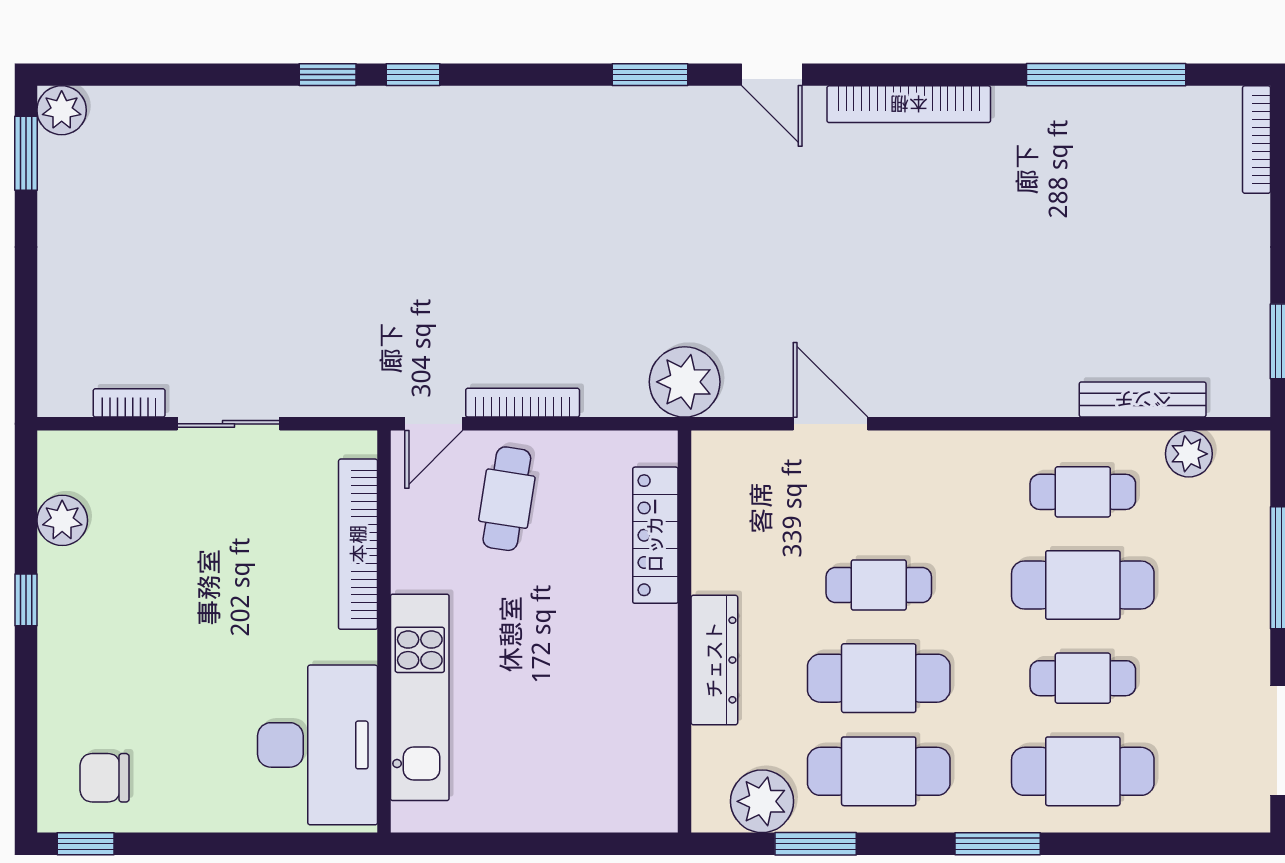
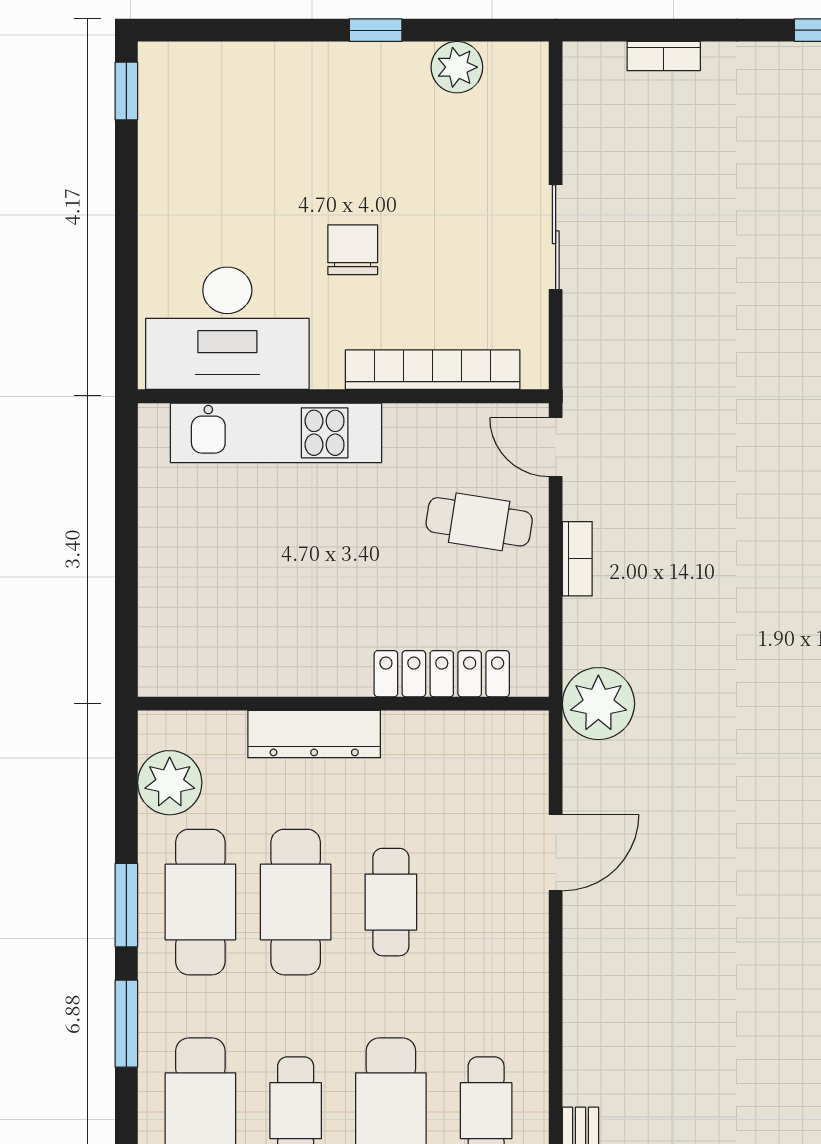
bookcase: (129, 403) -> (664, 56), moved, turned 90
bookcase: (523, 403) -> (577, 559), width x0.64
chair: (105, 778) -> (353, 250), moved
window: (816, 844) -> (126, 905), moved

